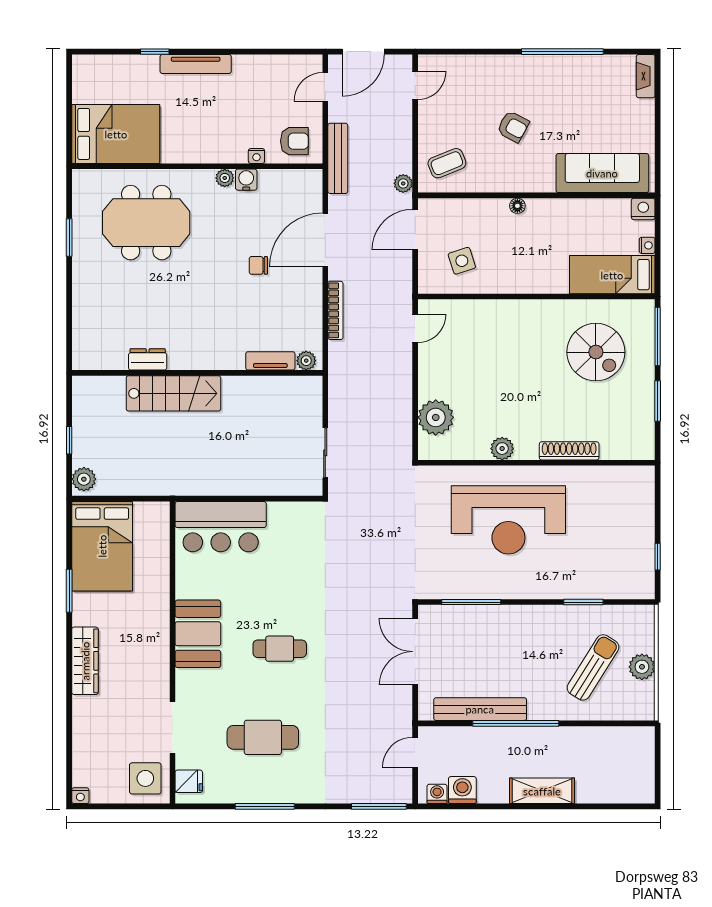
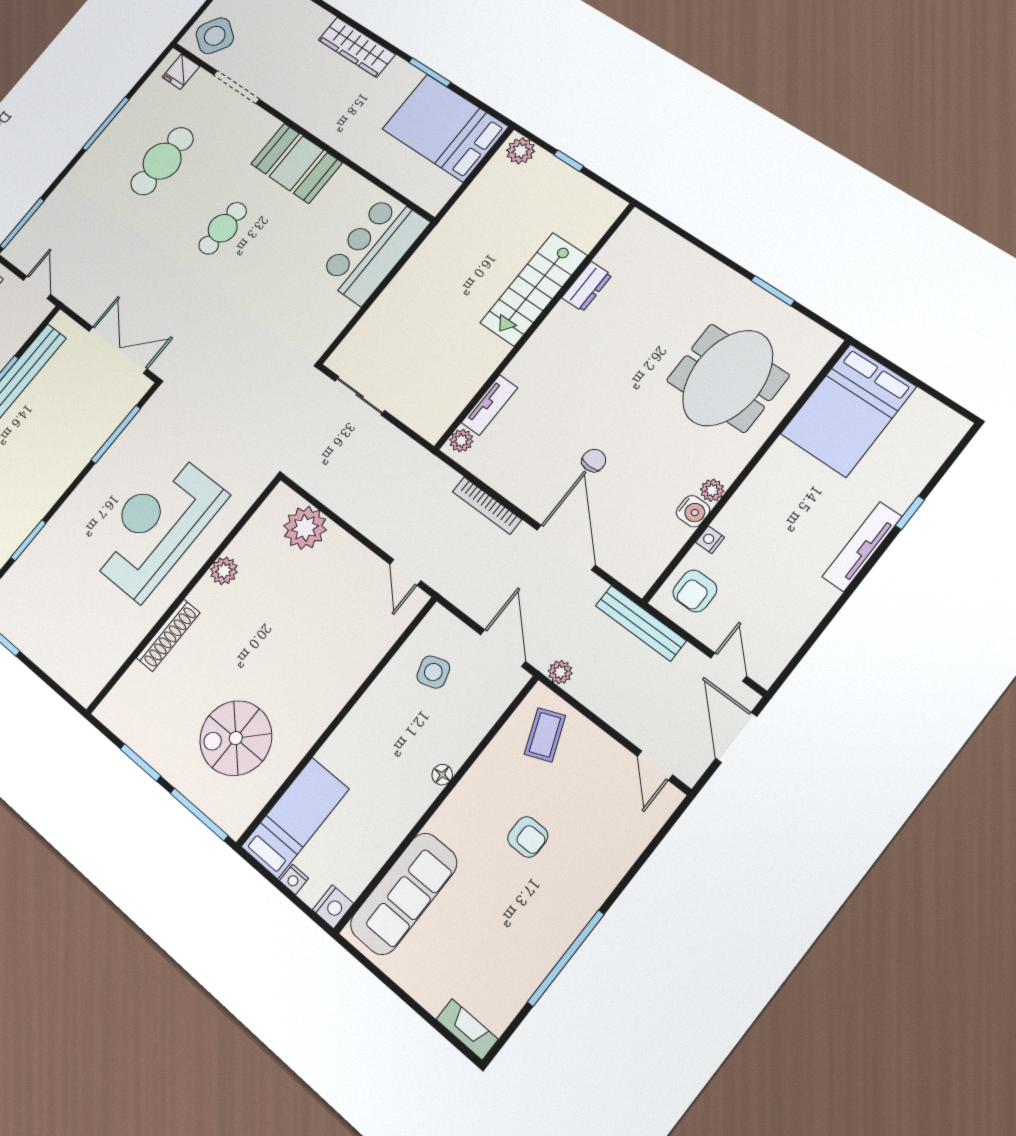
armchair: (513, 127) -> (528, 837), turned -118
side table: (145, 778) -> (215, 36), turned 34

